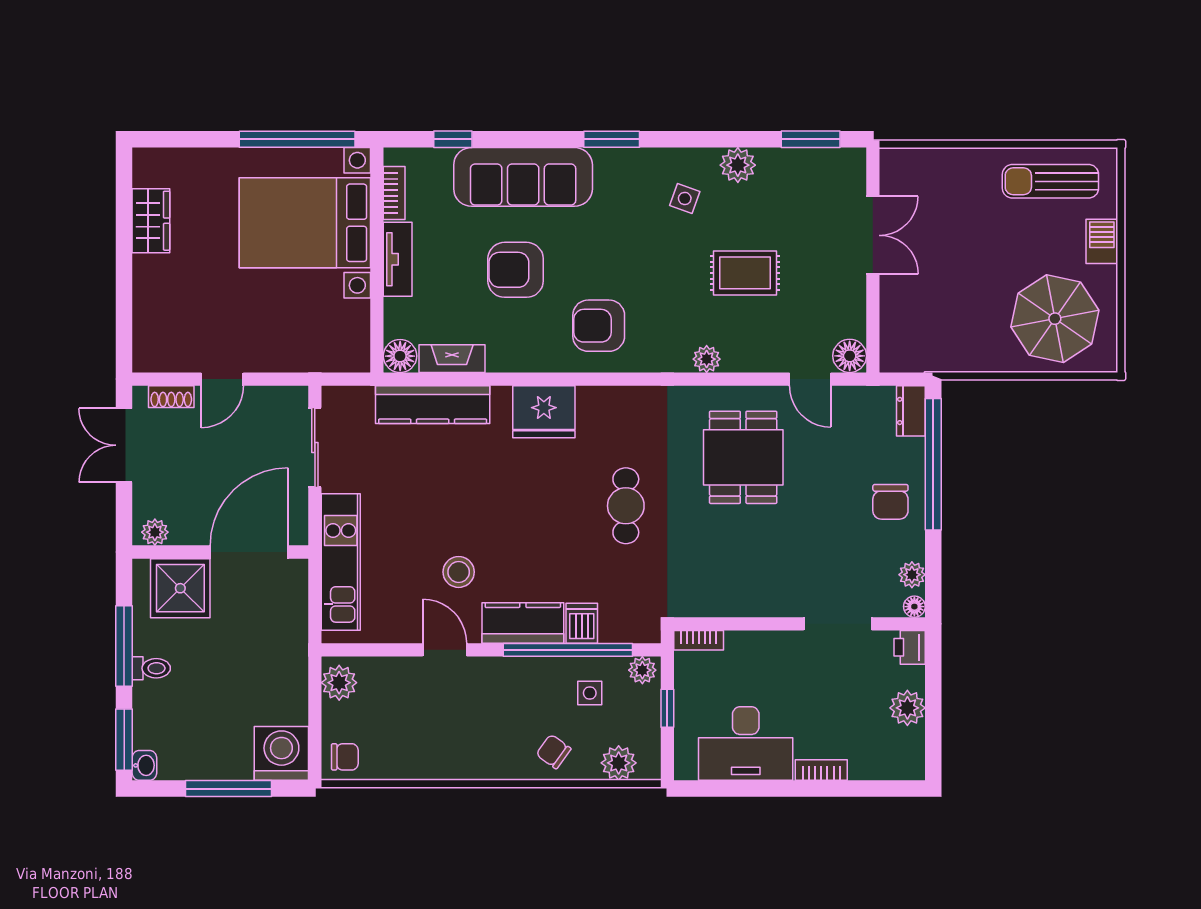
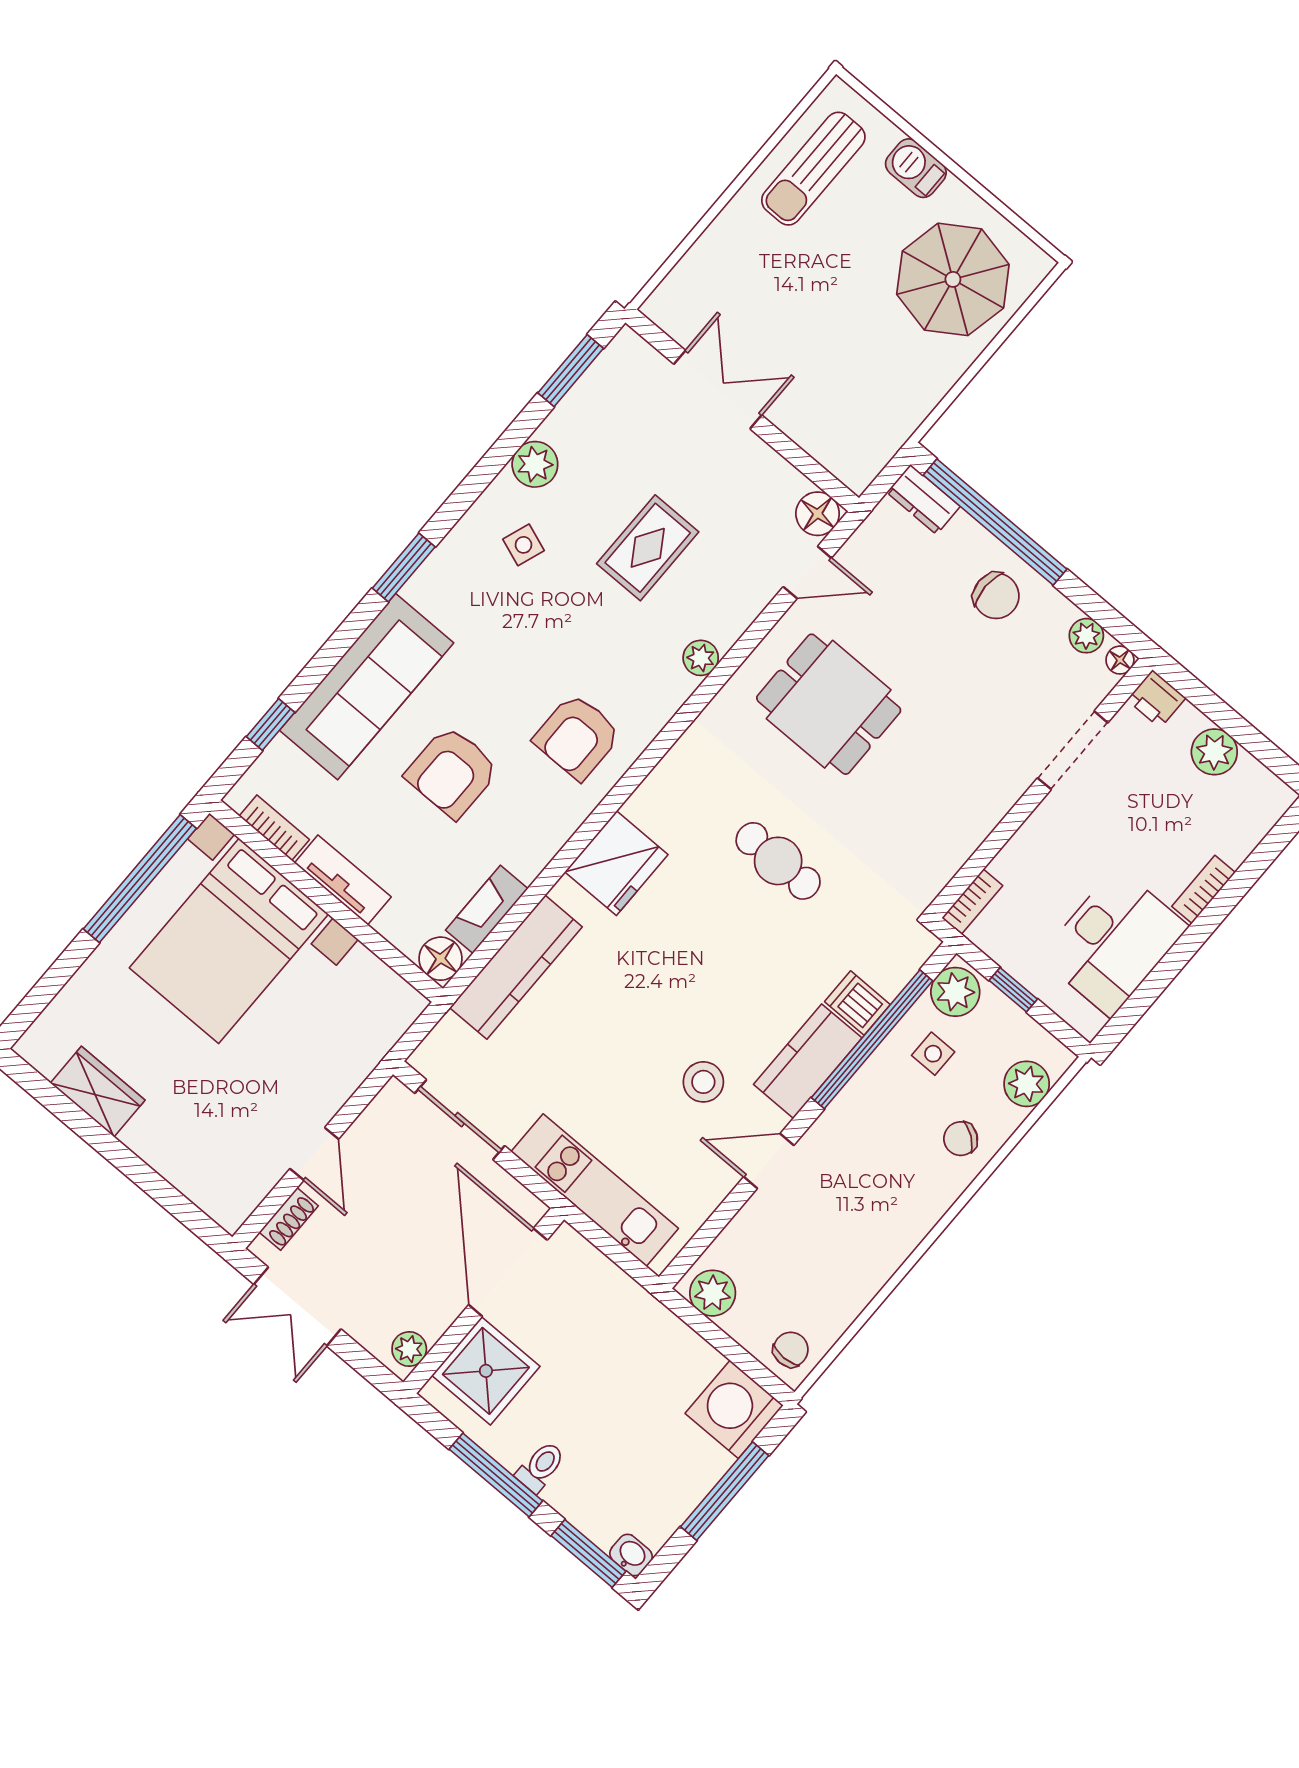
plant: (642, 670) -> (955, 992), width x1.38, depth x1.38

